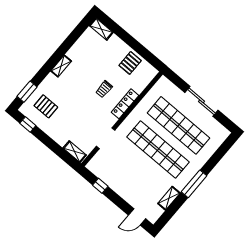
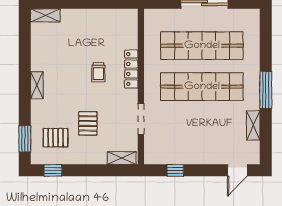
pallet: (130, 63) -> (88, 123), moved

